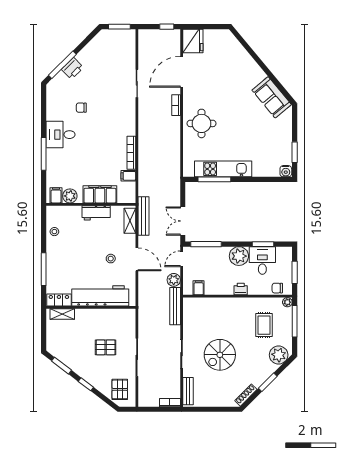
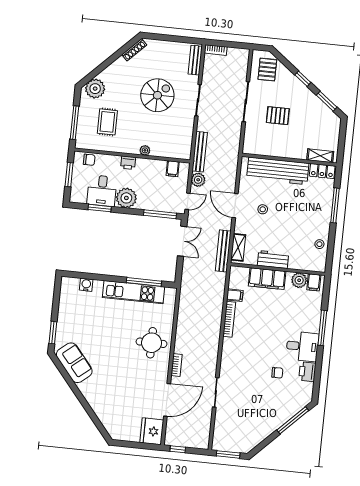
printer: (72, 68) -> (307, 372), moved, turned -45
window: (295, 152) -> (53, 333), moved
water cooler: (286, 171) -> (86, 285), moved
plant: (287, 302) -> (145, 150), moved
window: (268, 382) -> (110, 61), removed

